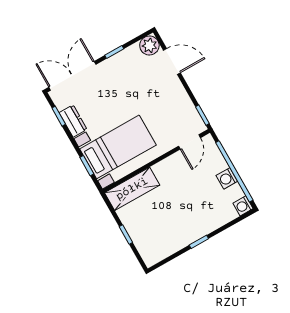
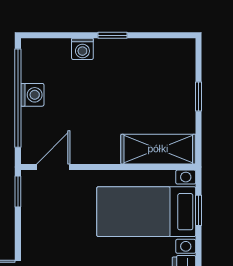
washing machine: (243, 206) -> (82, 49), moved, turned 90

